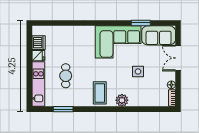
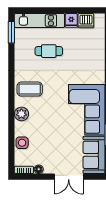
double door: (178, 58) -> (69, 177), swing flipped
side table: (138, 72) -> (22, 143), moved
window: (63, 109) -> (11, 32), moved

